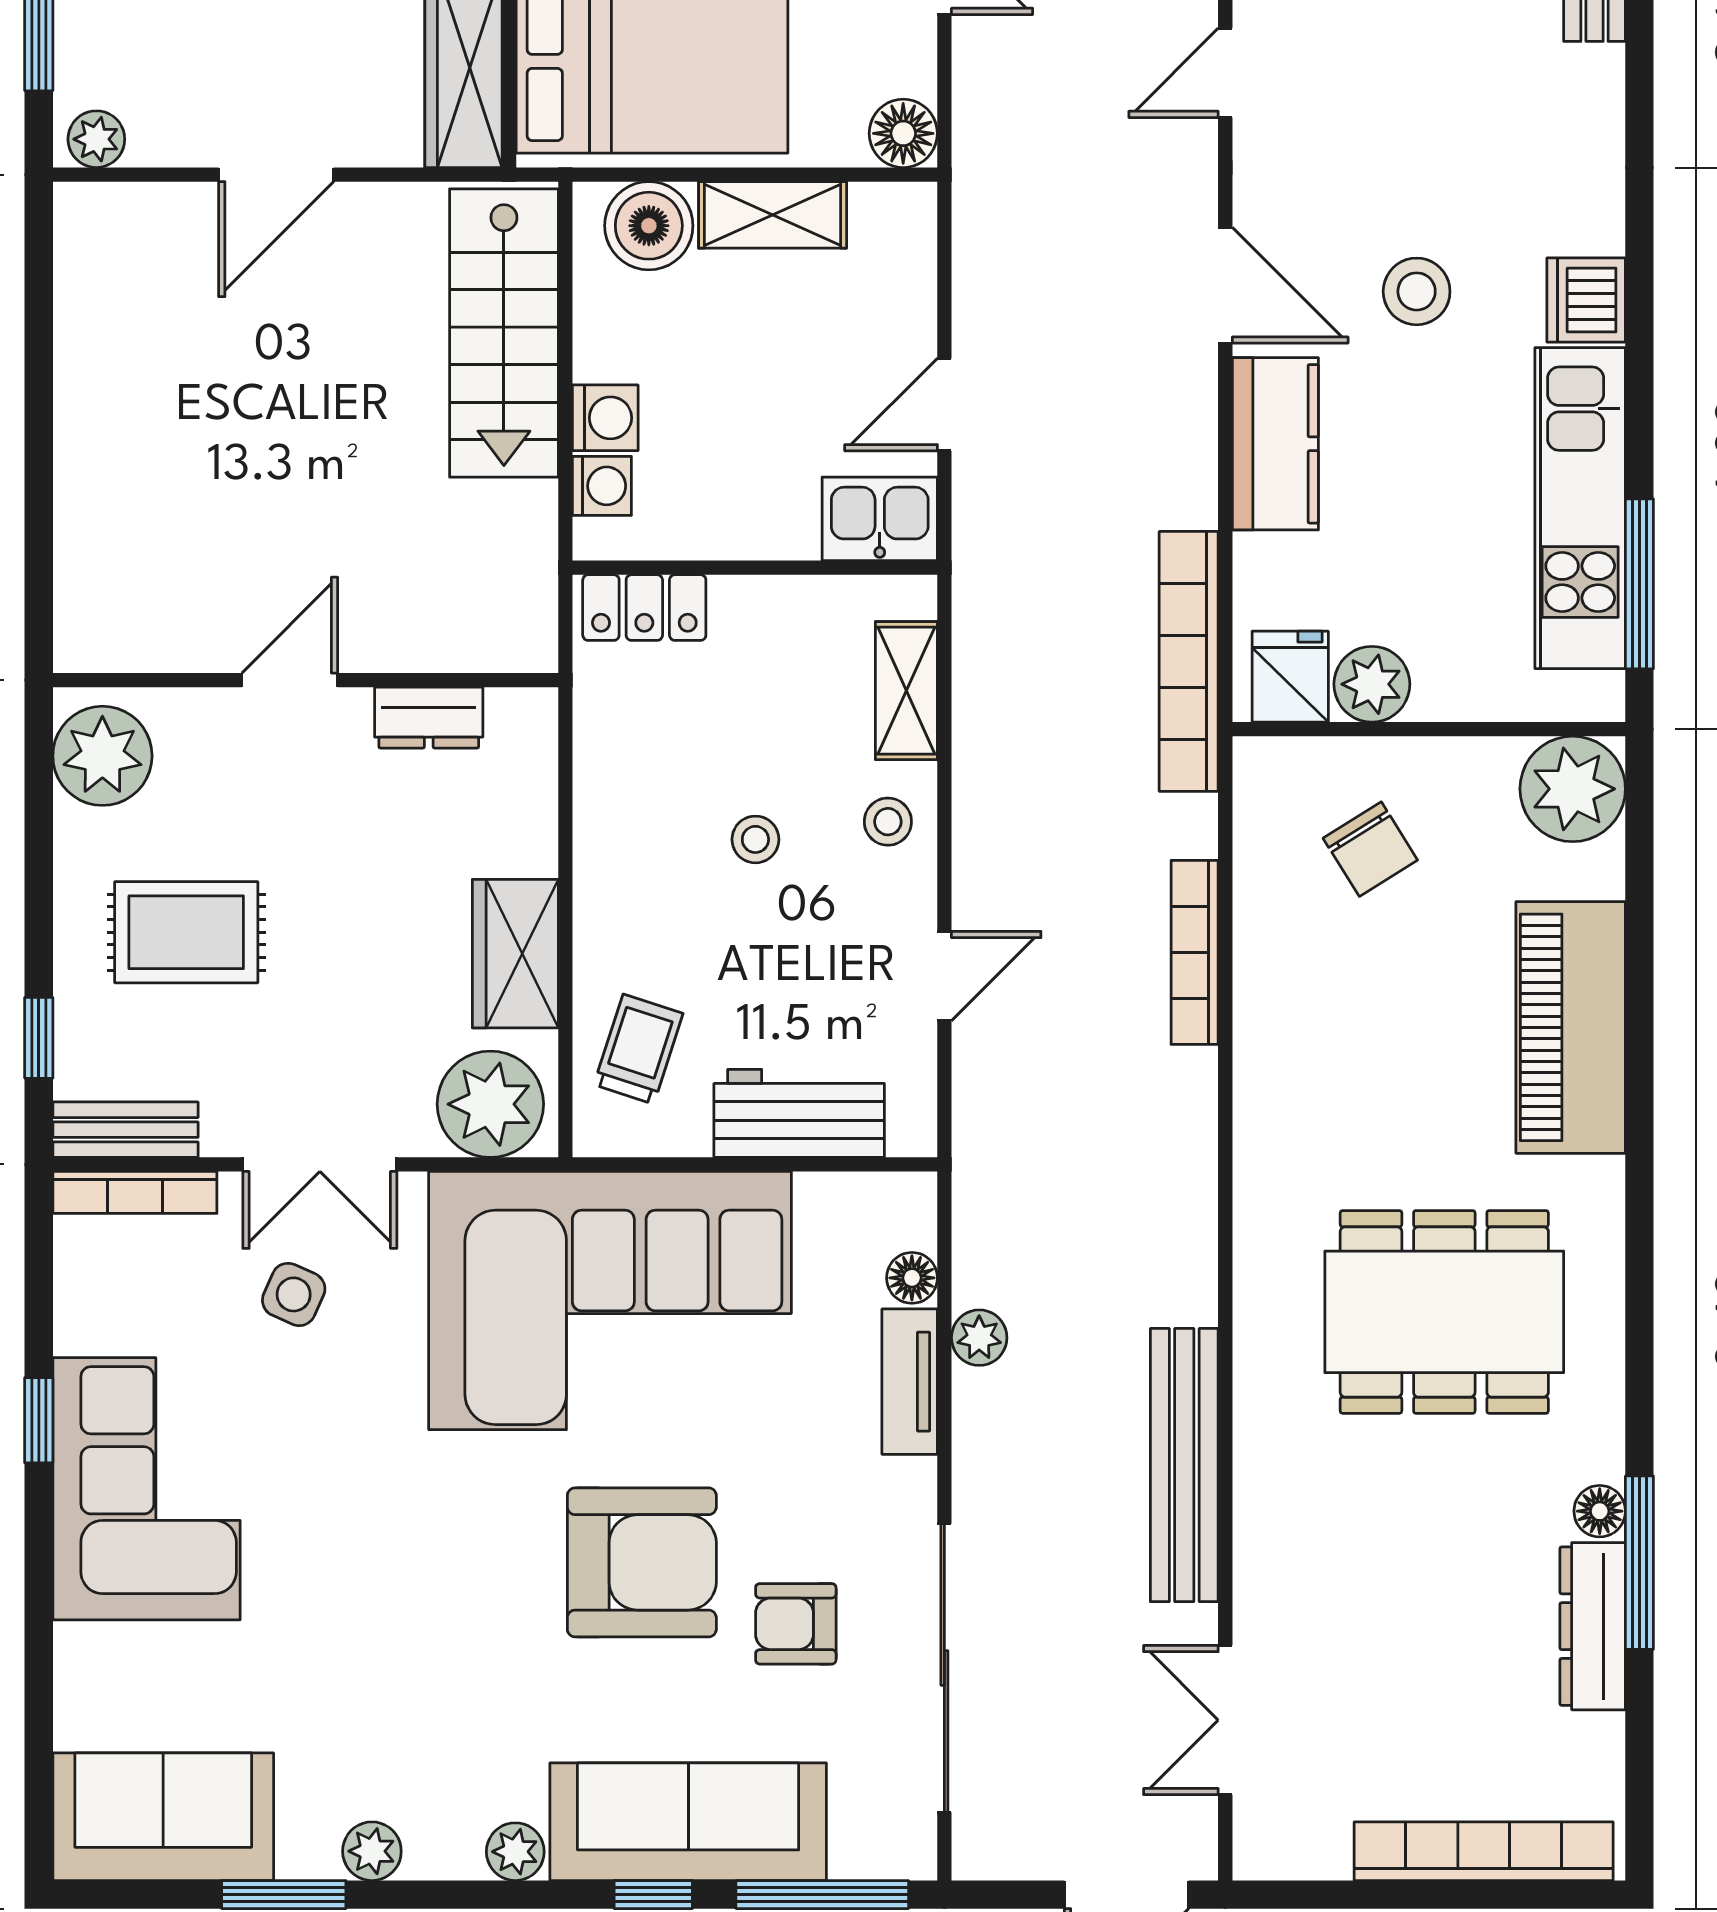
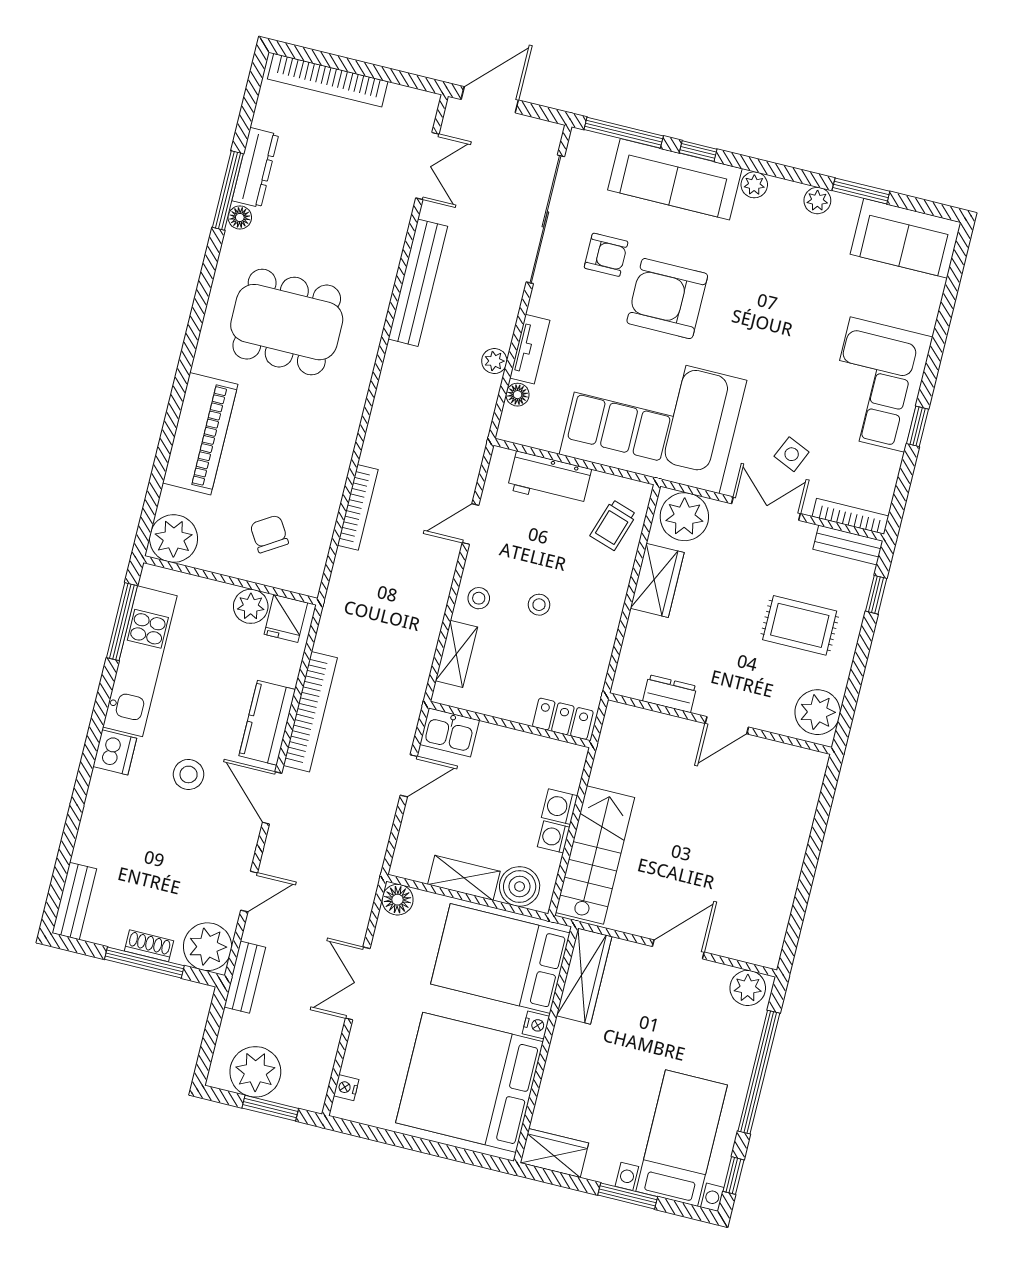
plant: (96, 139) -> (748, 988), width x1.38, depth x1.38
washing machine: (602, 486) -> (554, 837), moved
bookcase: (1189, 661) -> (310, 712), moved

